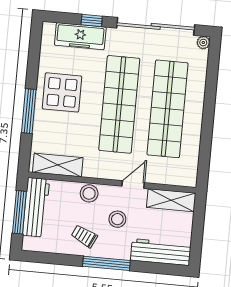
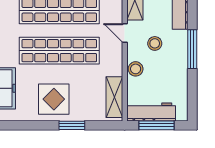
window: (29, 111) -> (72, 125), width x0.69
trolley: (84, 236) -> (171, 70), removed

